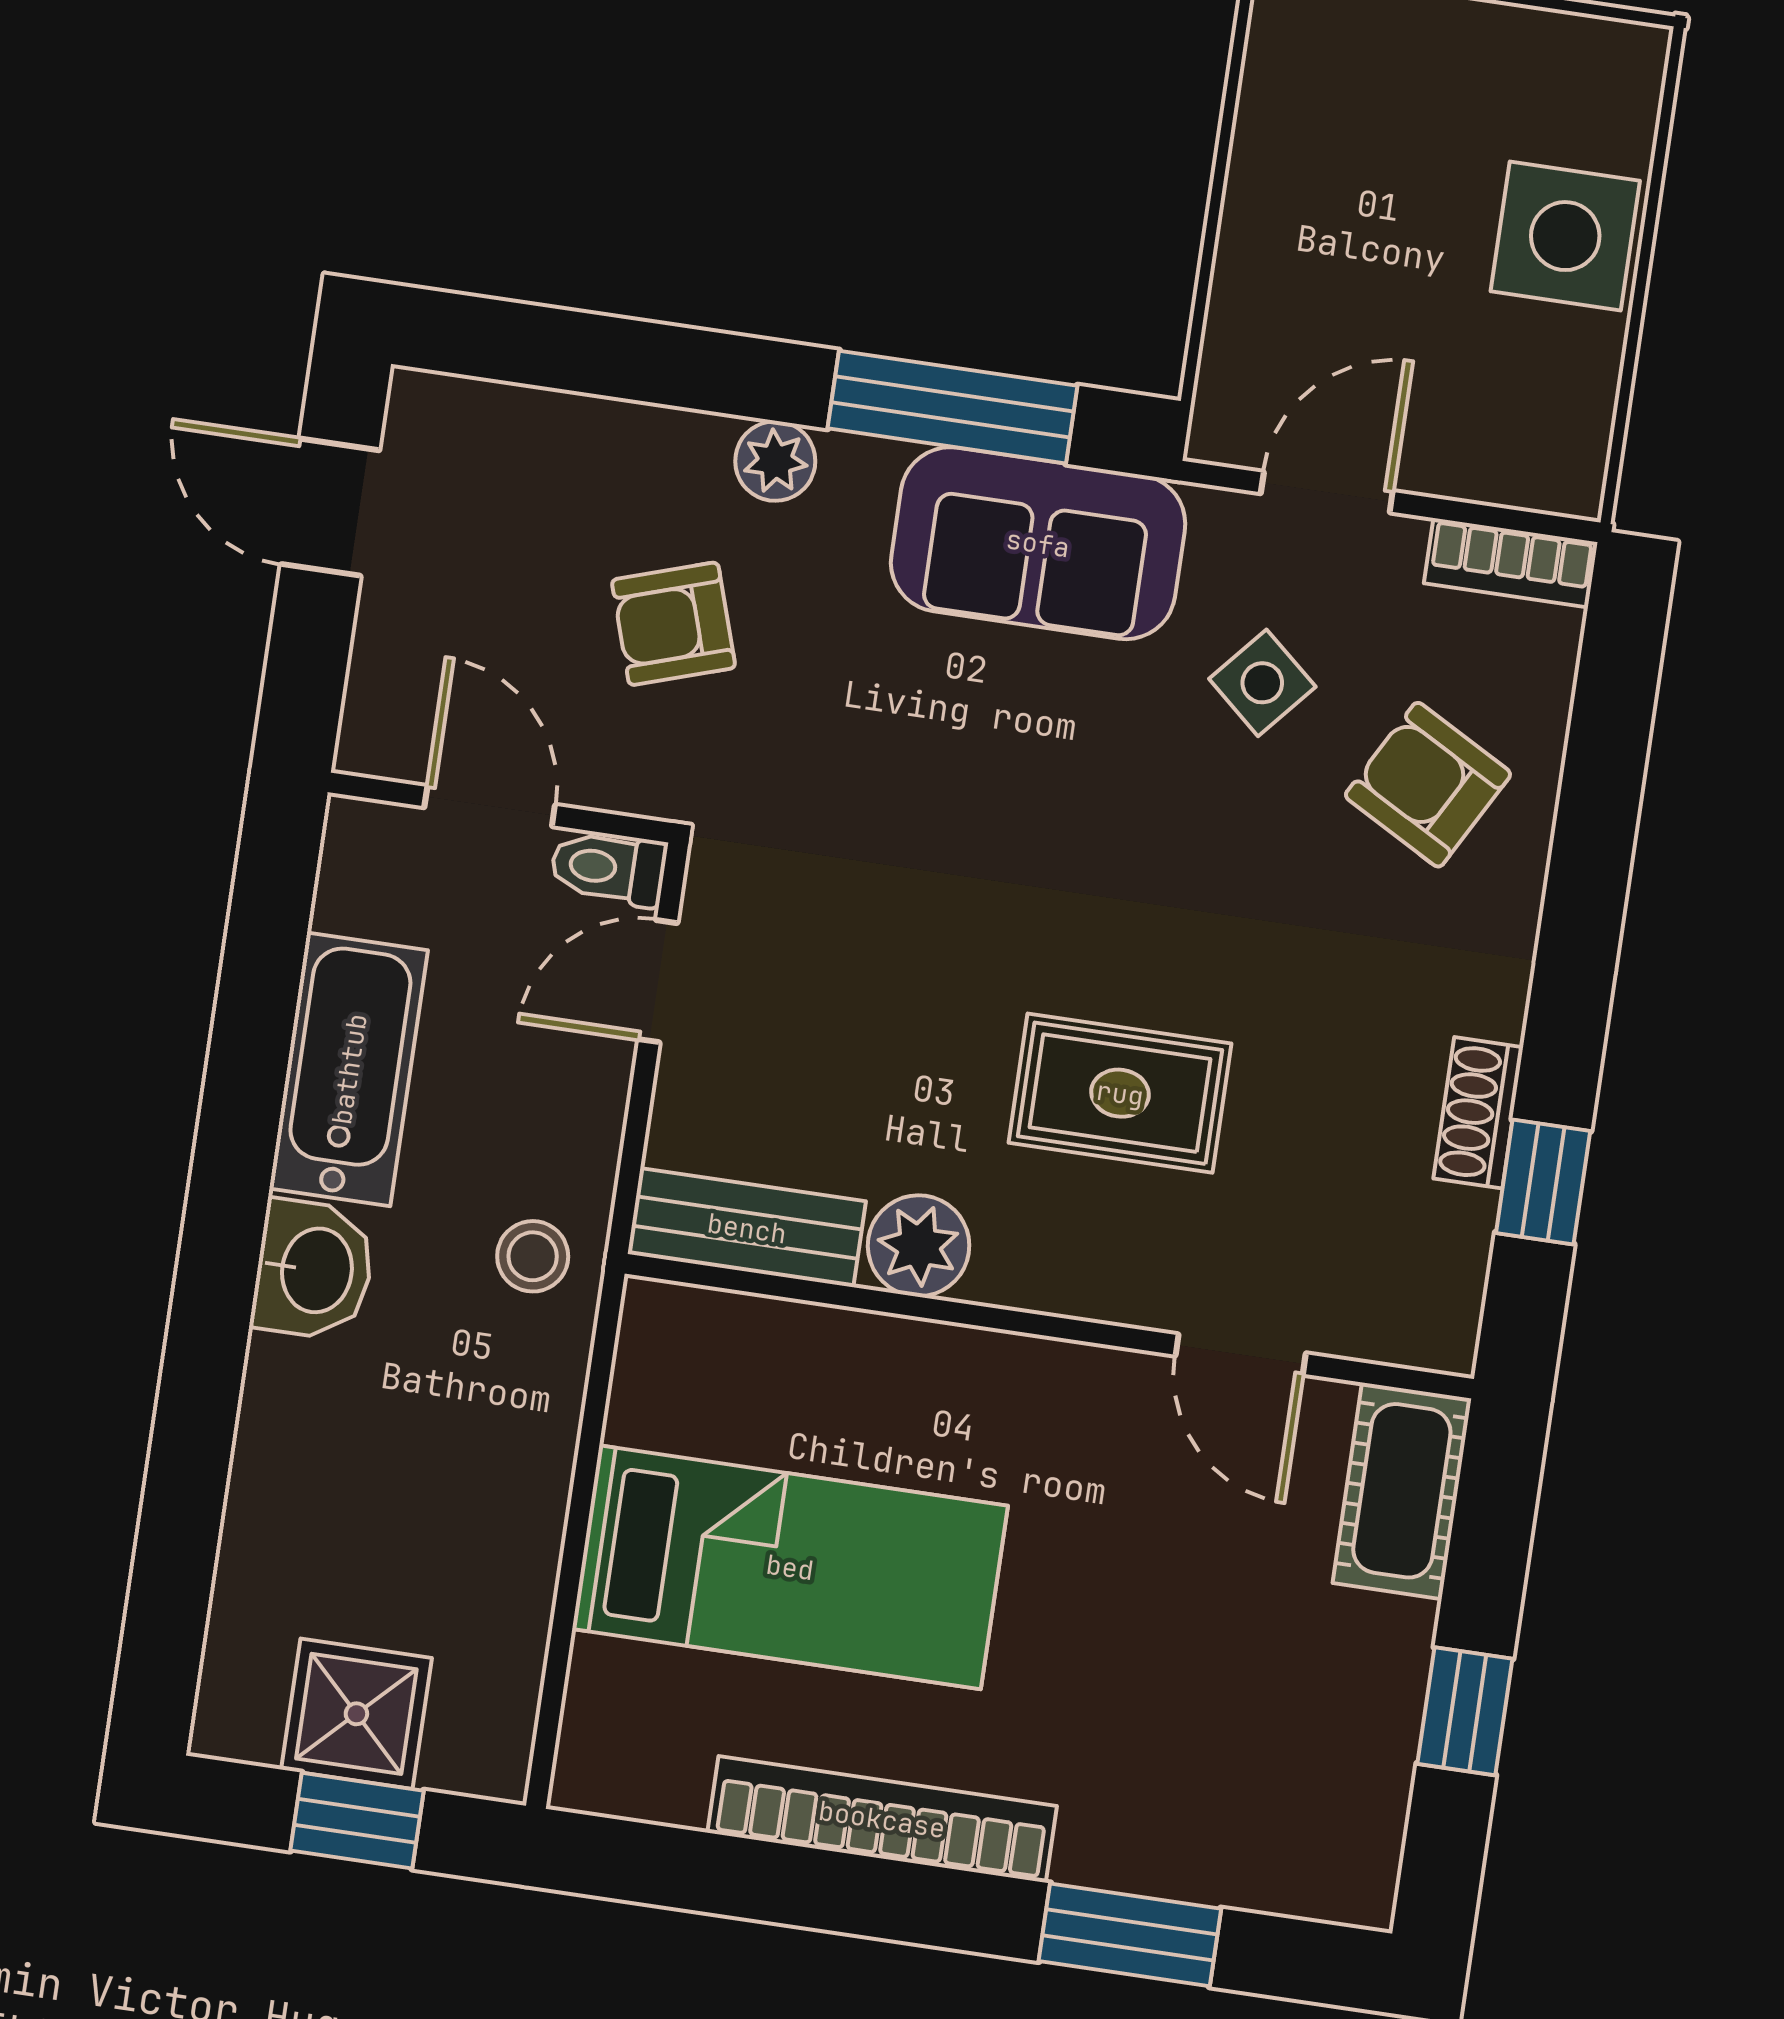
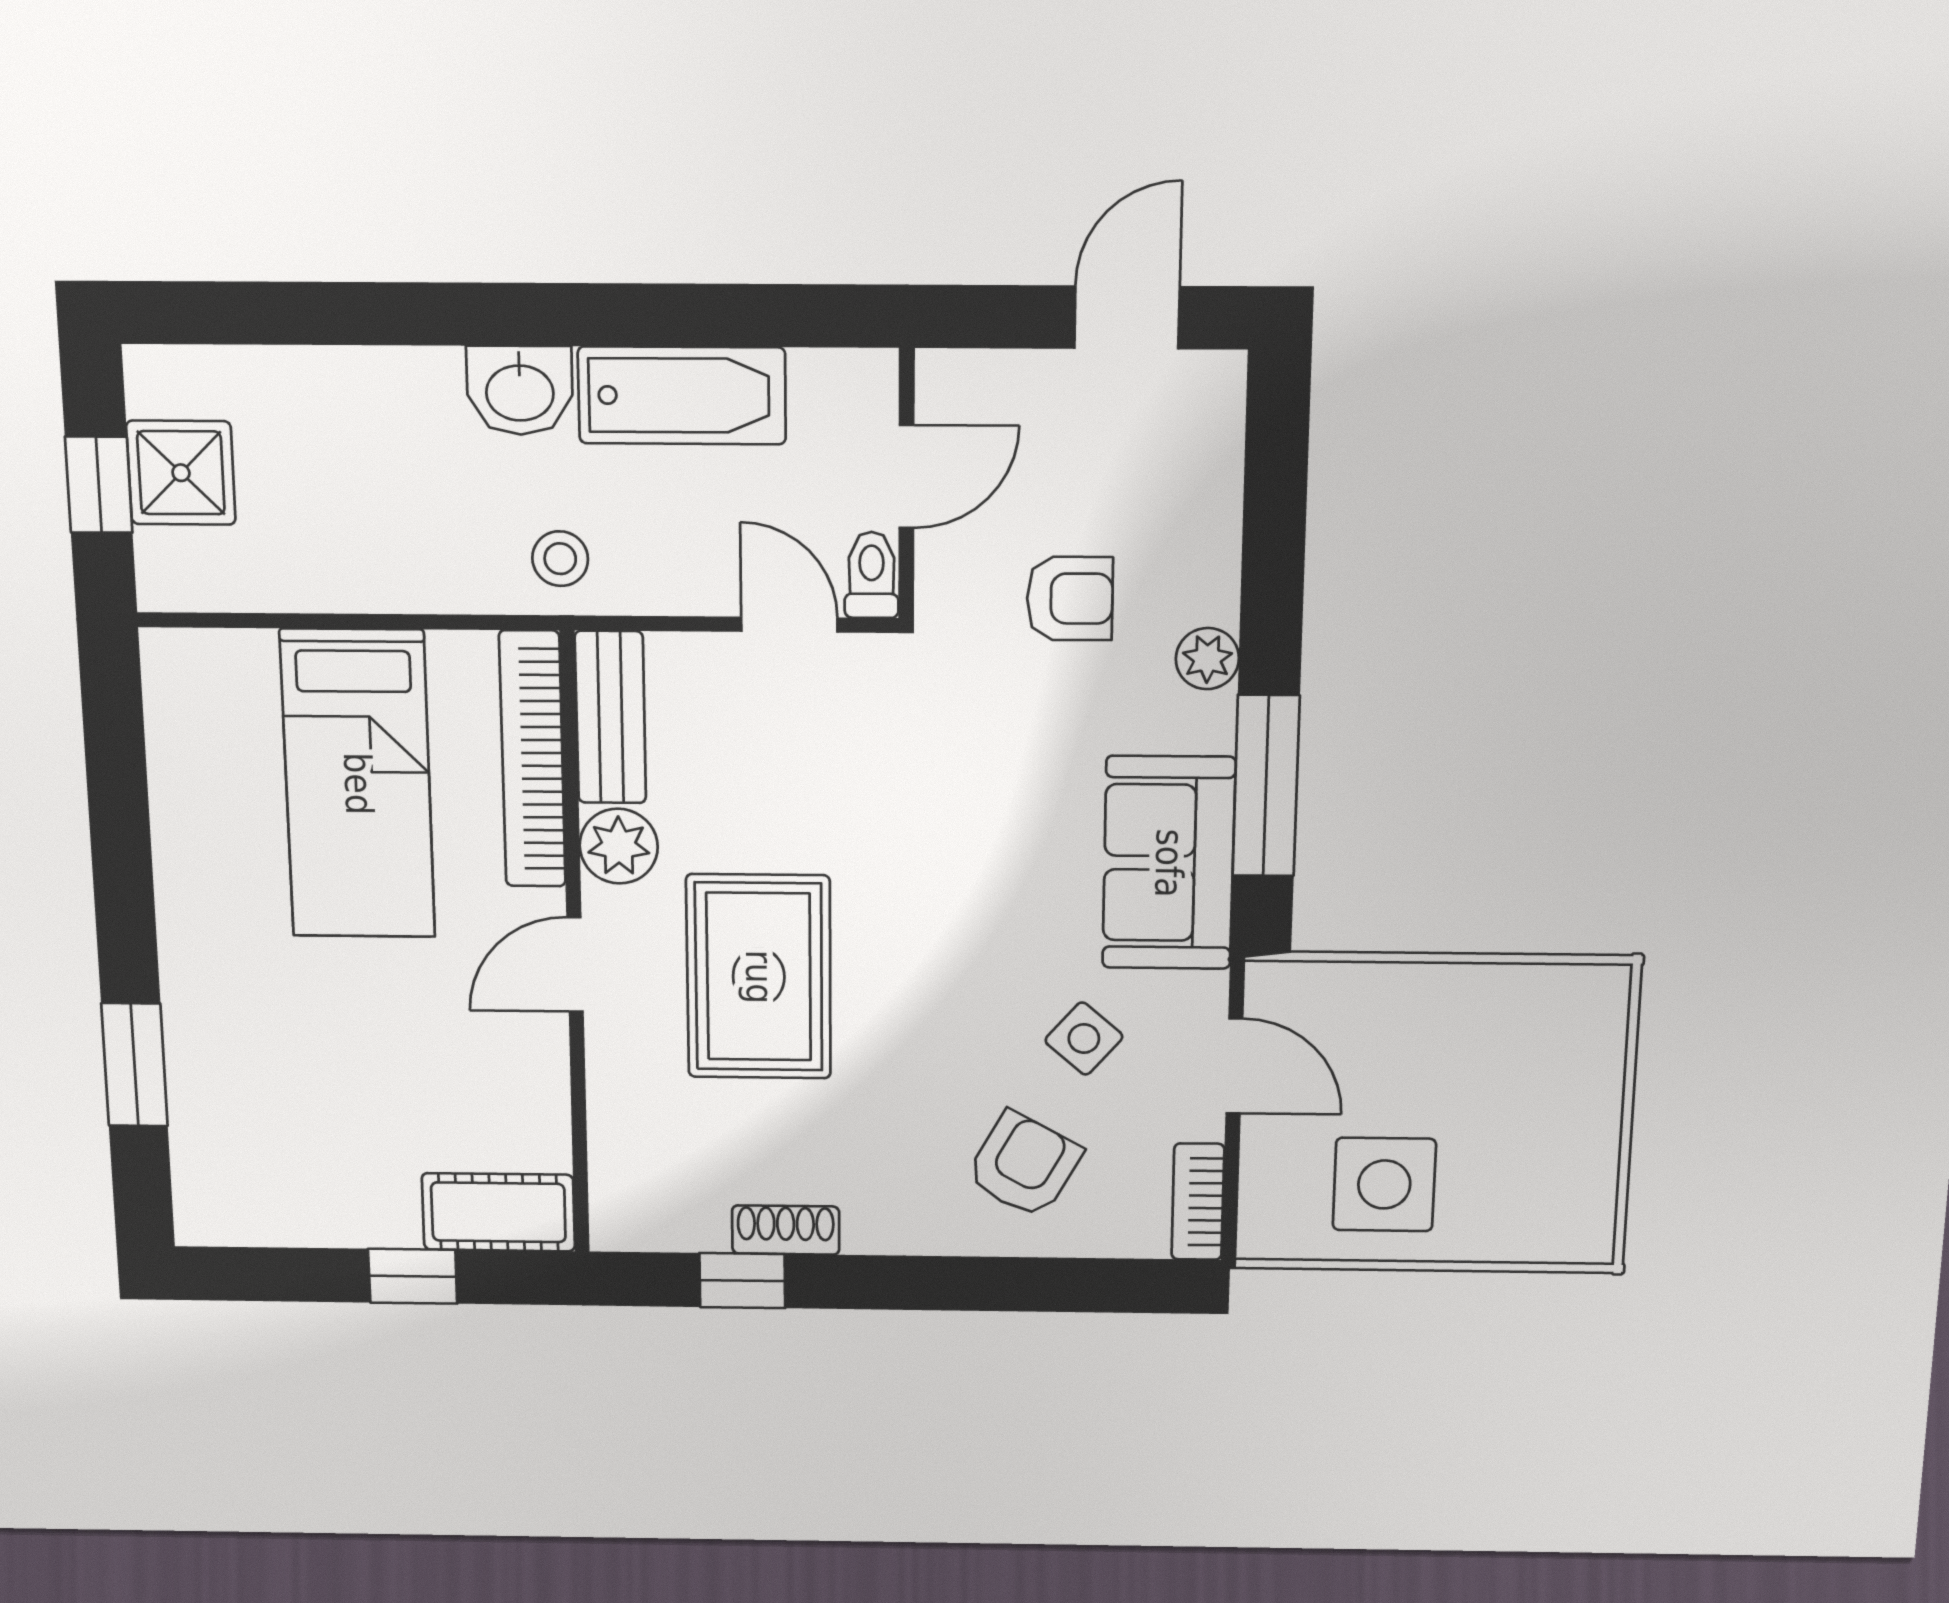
side table: (1565, 236) -> (1384, 1184), moved
armchair: (674, 624) -> (1070, 599), turned 108
rug: (1120, 1093) -> (759, 977), width x1.36, depth x1.43
door: (1241, 1355) -> (575, 965), moved
window: (1465, 1711) -> (413, 1276), moved
bookcase: (882, 1819) -> (532, 759), moved, turned 180

